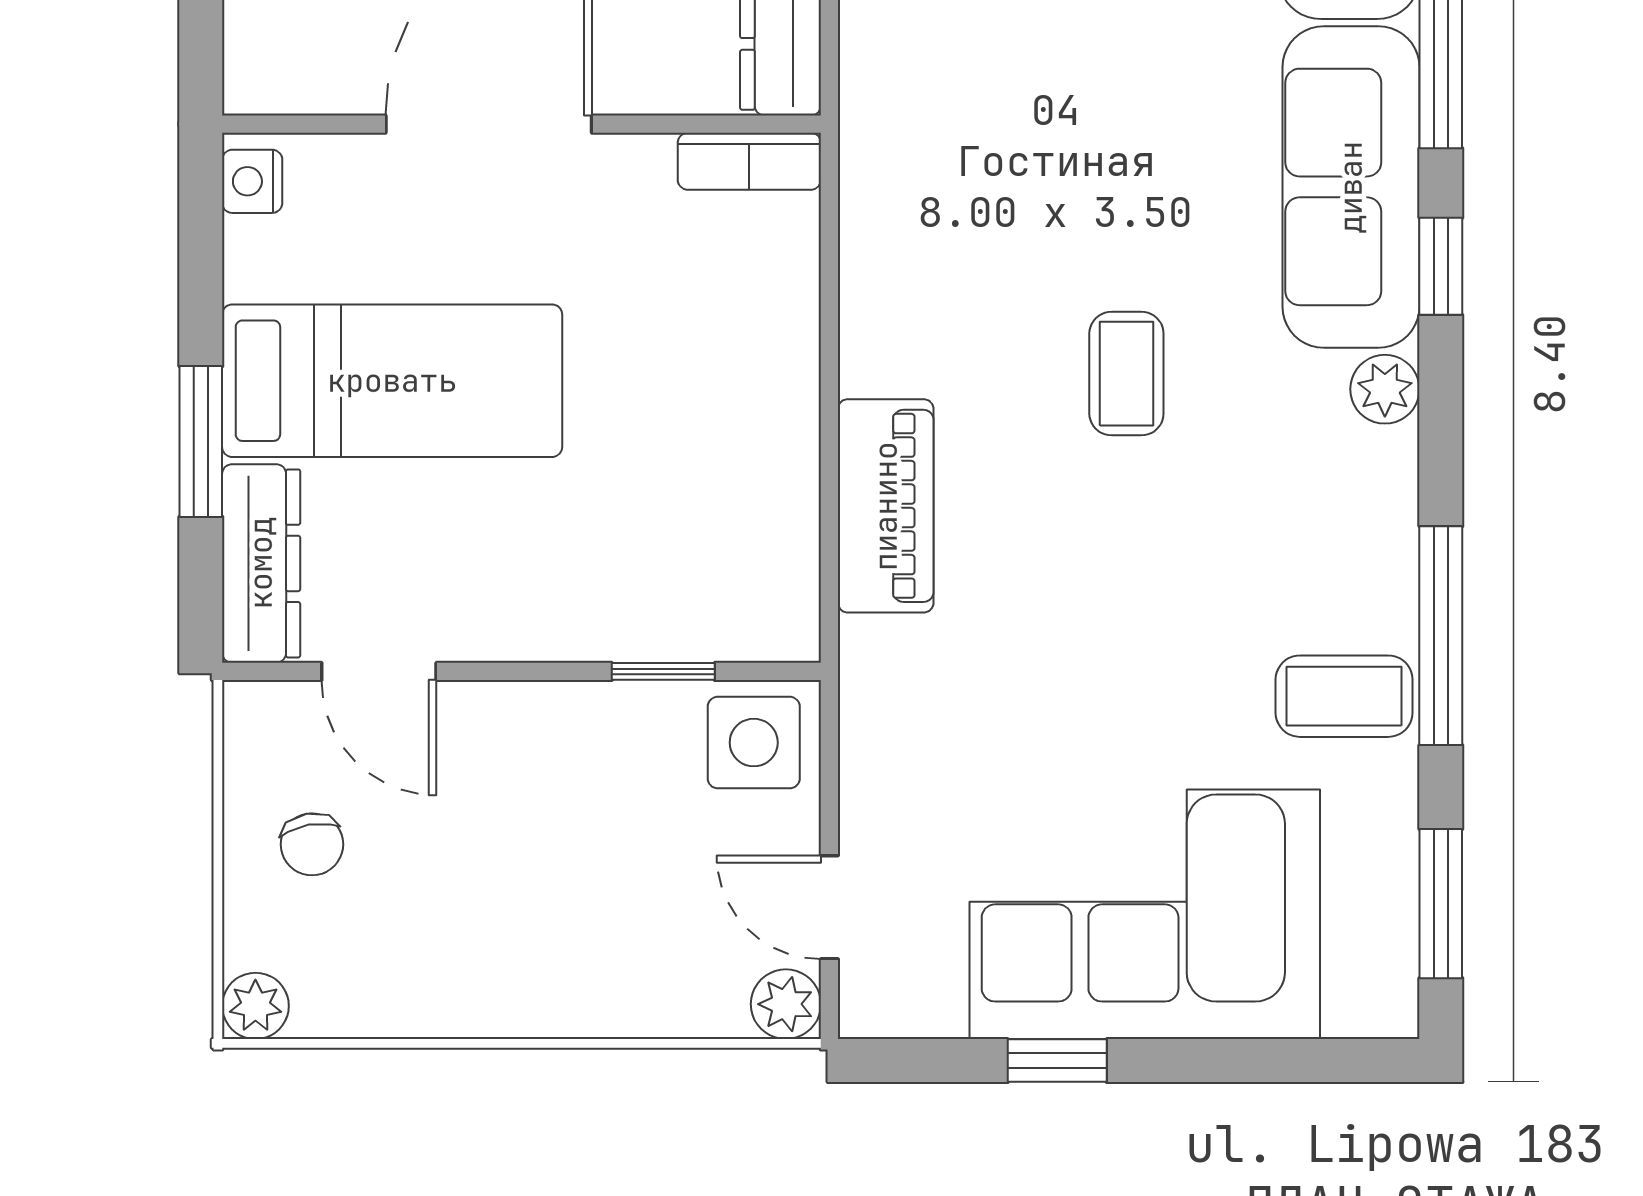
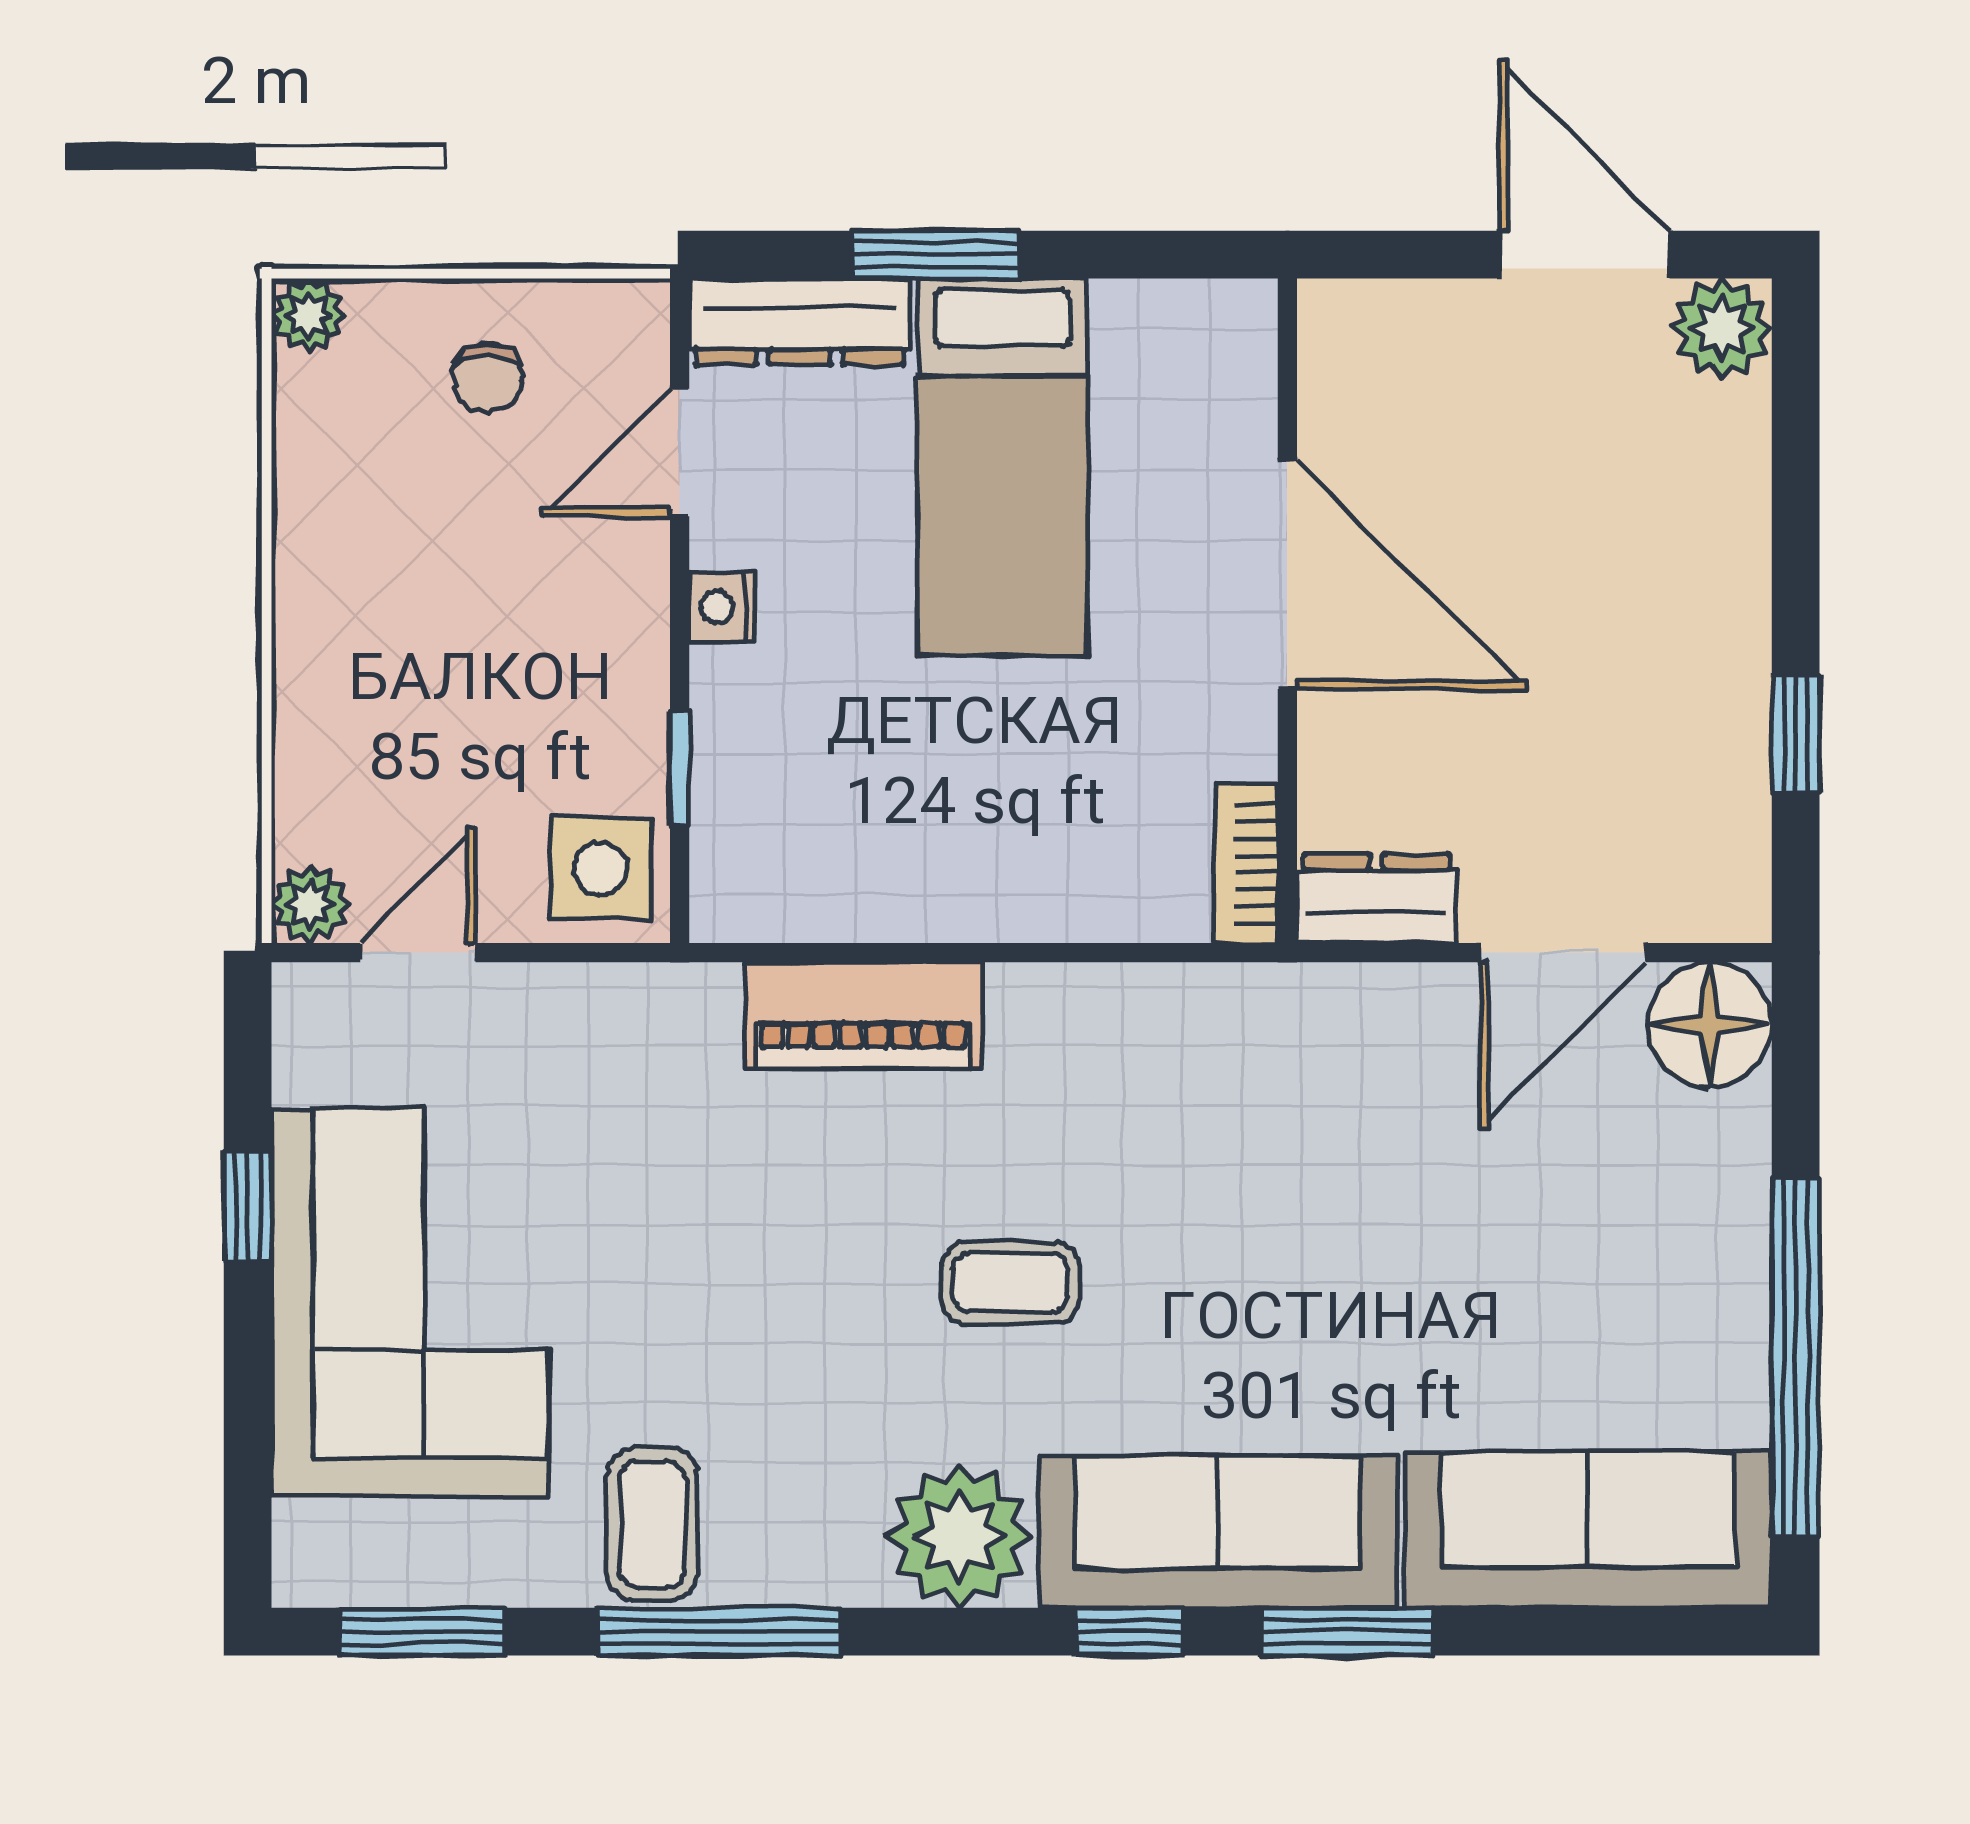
nightstand: (252, 181) -> (722, 607), moved, turned -90
plant: (1385, 389) -> (960, 1536), width x1.87, depth x1.87
chair: (312, 844) -> (488, 378), turned -80

